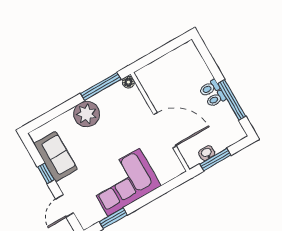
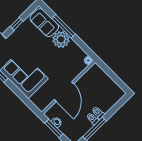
window: (101, 86) -> (63, 26), moved
sofa: (56, 156) -> (44, 23), moved, turned 90

